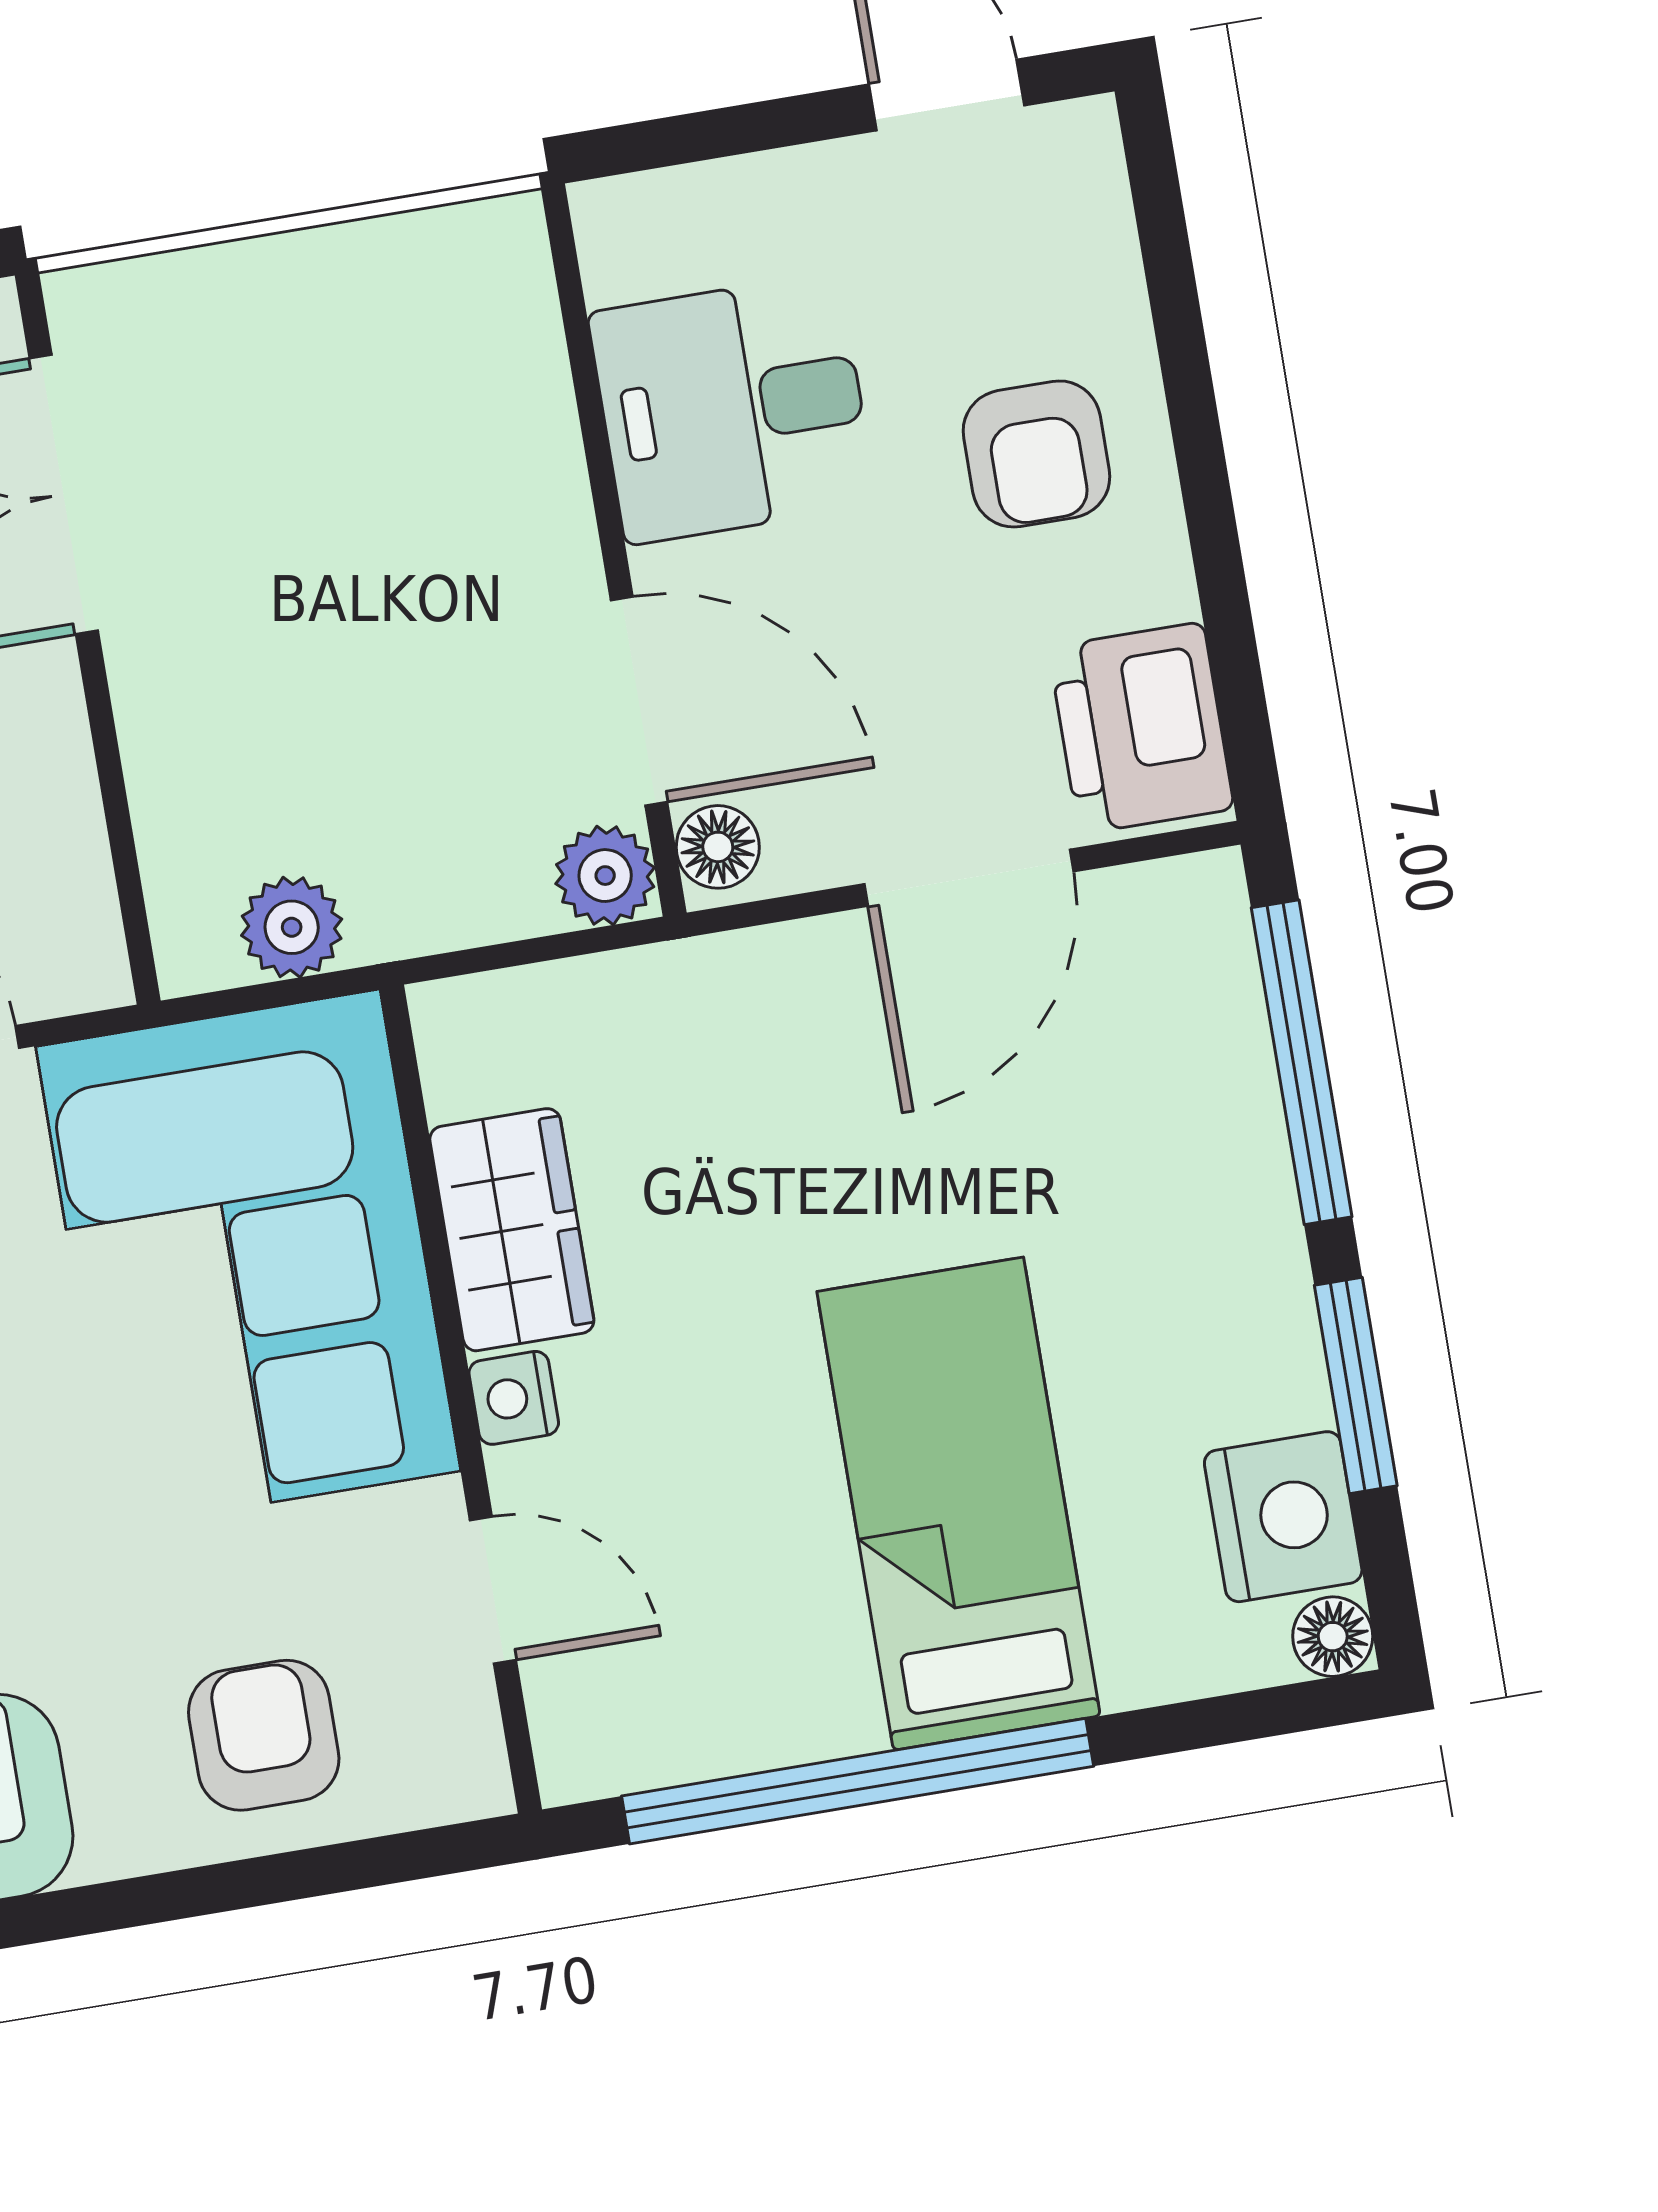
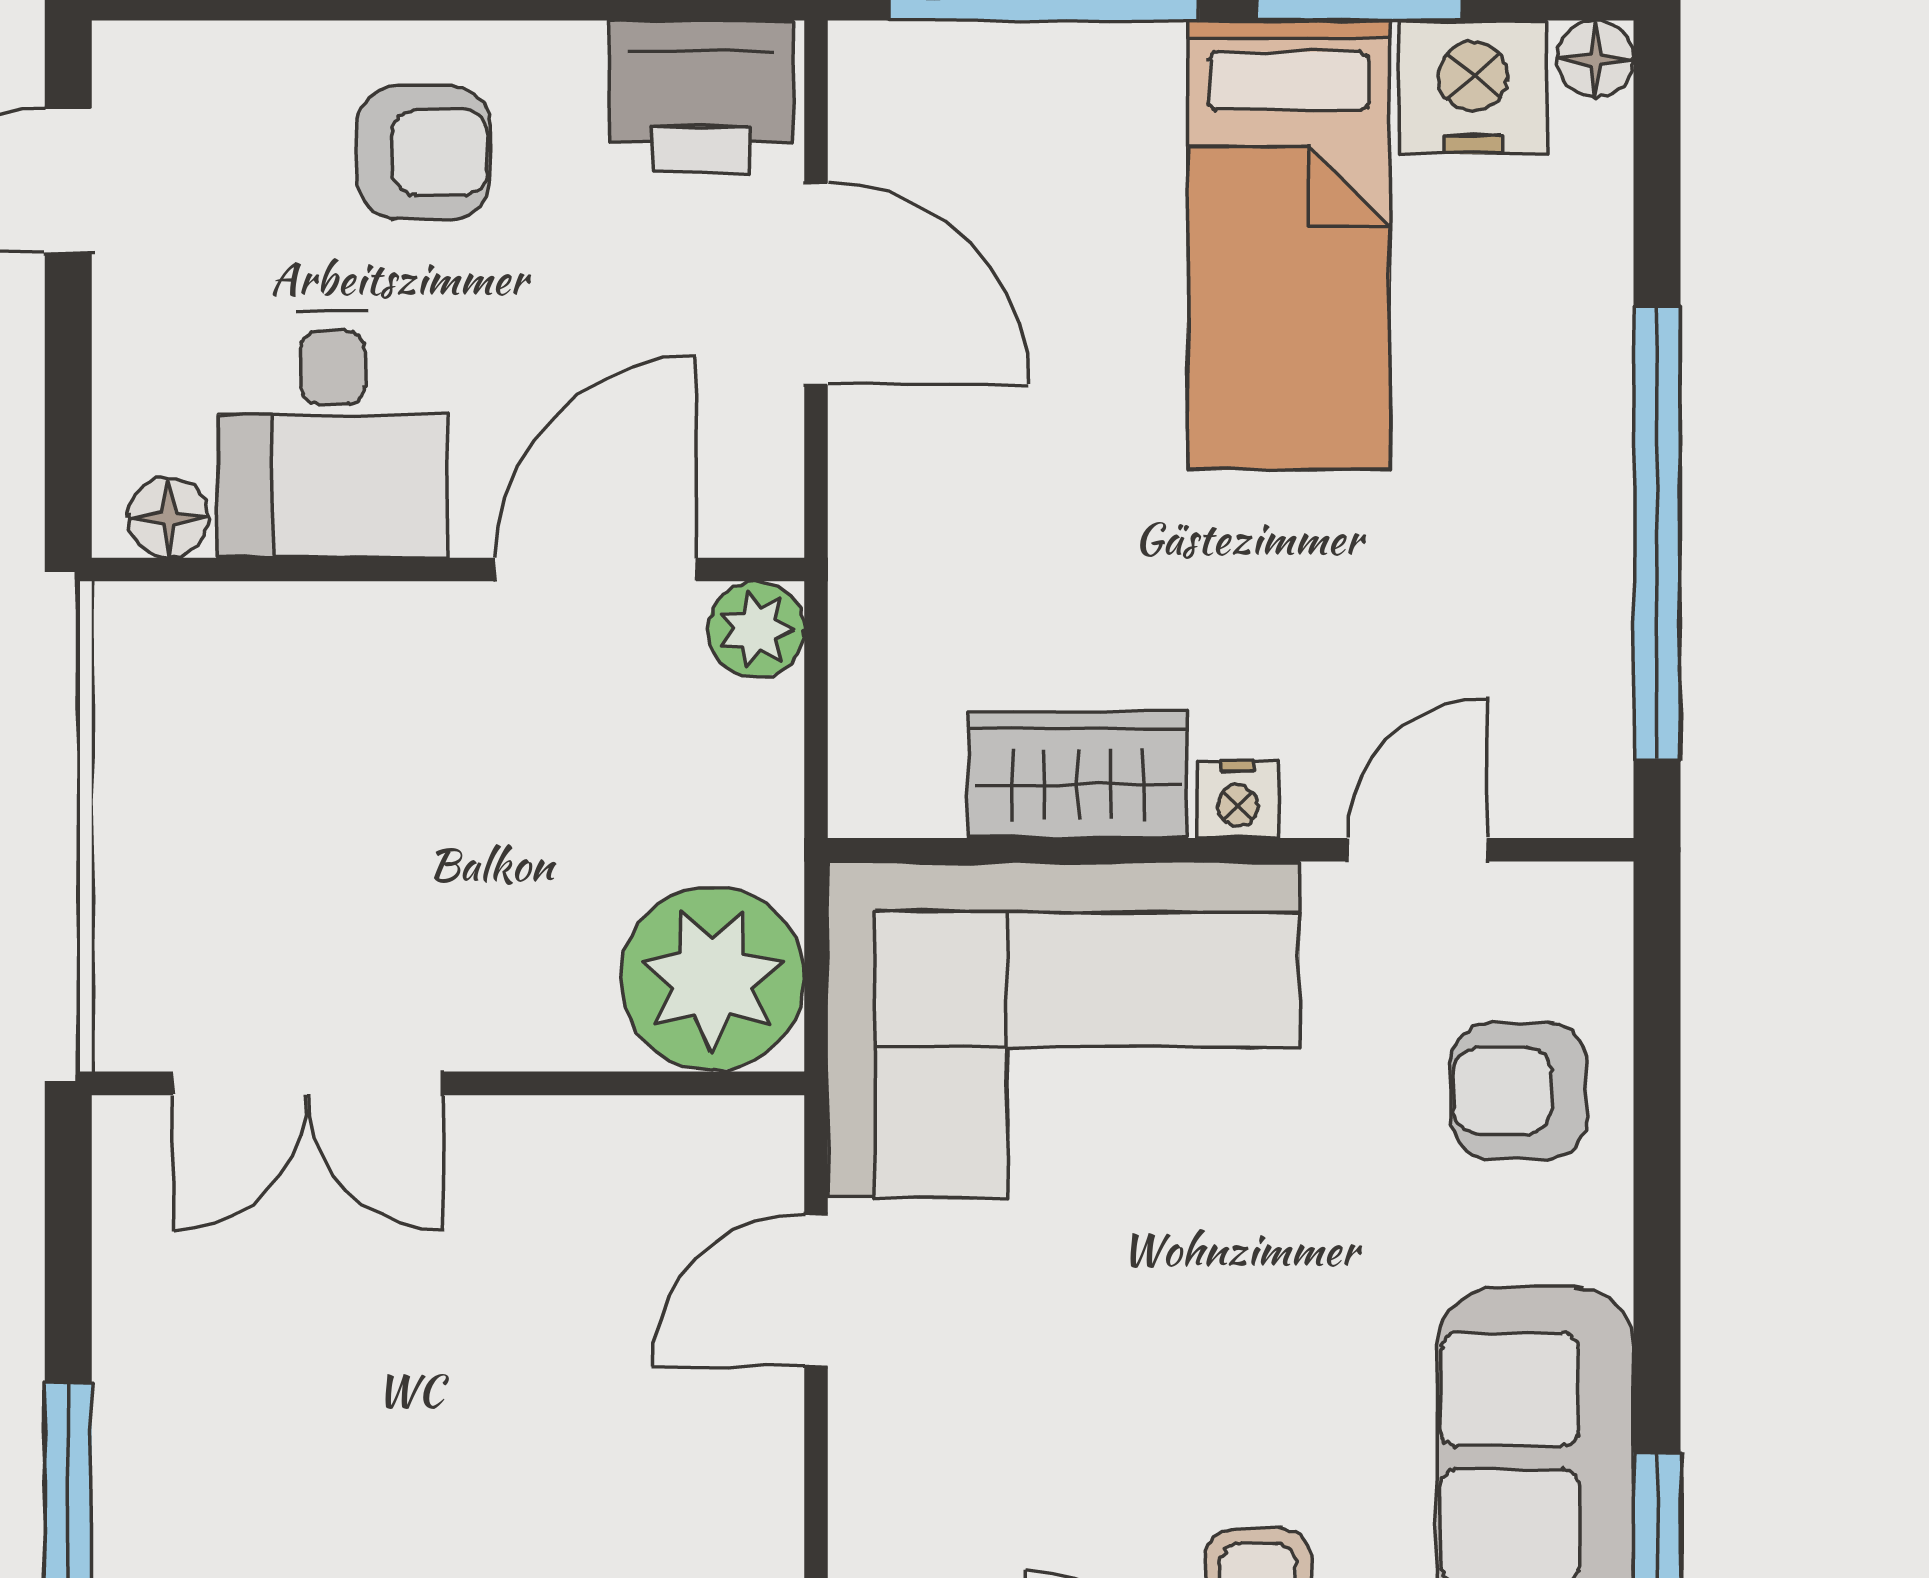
floor lamp: (718, 847) -> (168, 518), moved
plant: (292, 927) -> (712, 979), width x1.88, depth x1.88
bed: (959, 1504) -> (1289, 245), moved, turned -90

